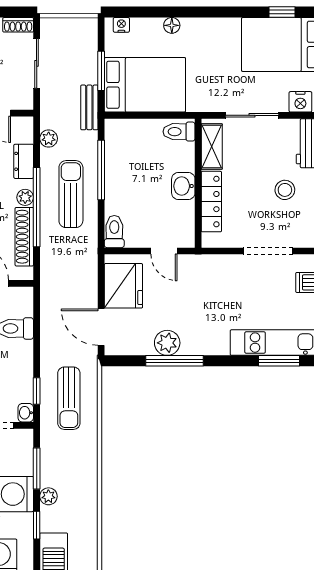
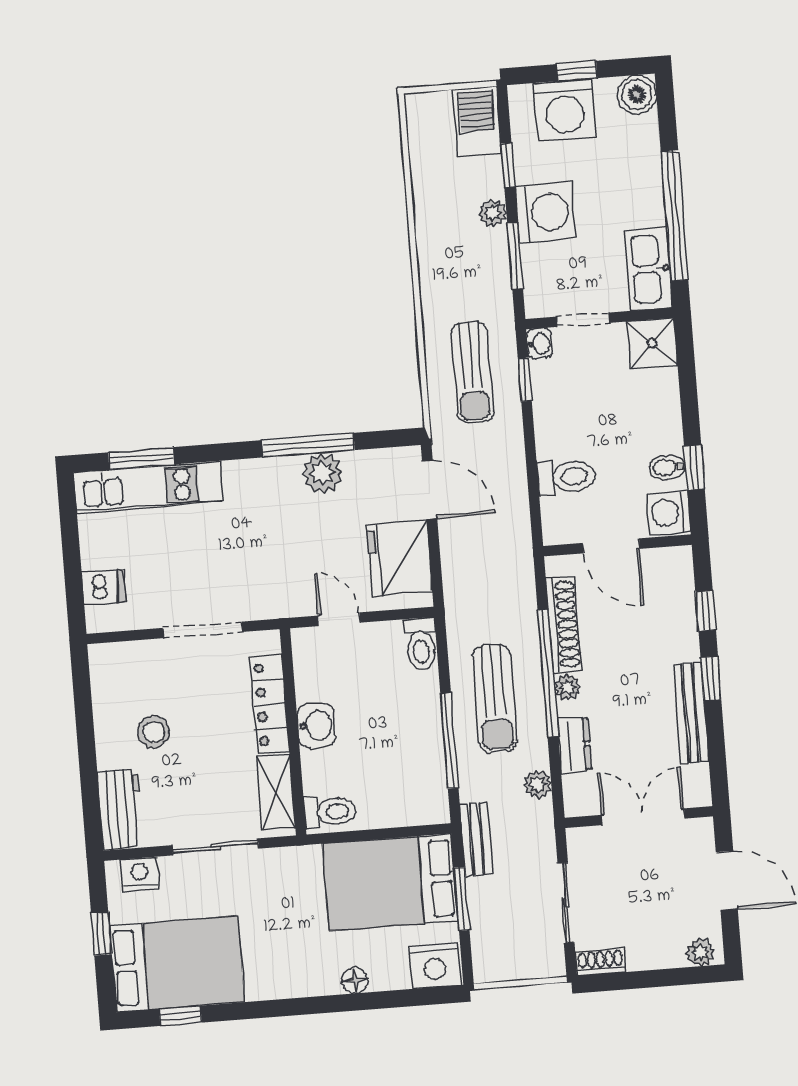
nightstand: (121, 25) -> (435, 966), width x1.89, depth x1.79
doorway: (268, 251) -> (203, 630), moved
sun lounger: (69, 398) -> (472, 372), turned 180

